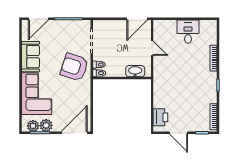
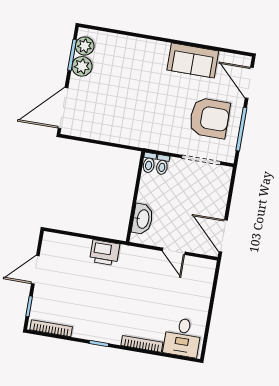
desk: (188, 32) -> (183, 337), moved, turned 90
door: (152, 48) -> (174, 251), hinge flipped
armchair: (74, 67) -> (210, 118), moved, turned 72
corner sofa: (37, 94) -> (134, 60), removed
printer: (160, 117) -> (105, 253), moved
door: (74, 133) -> (63, 108), swing flipped

